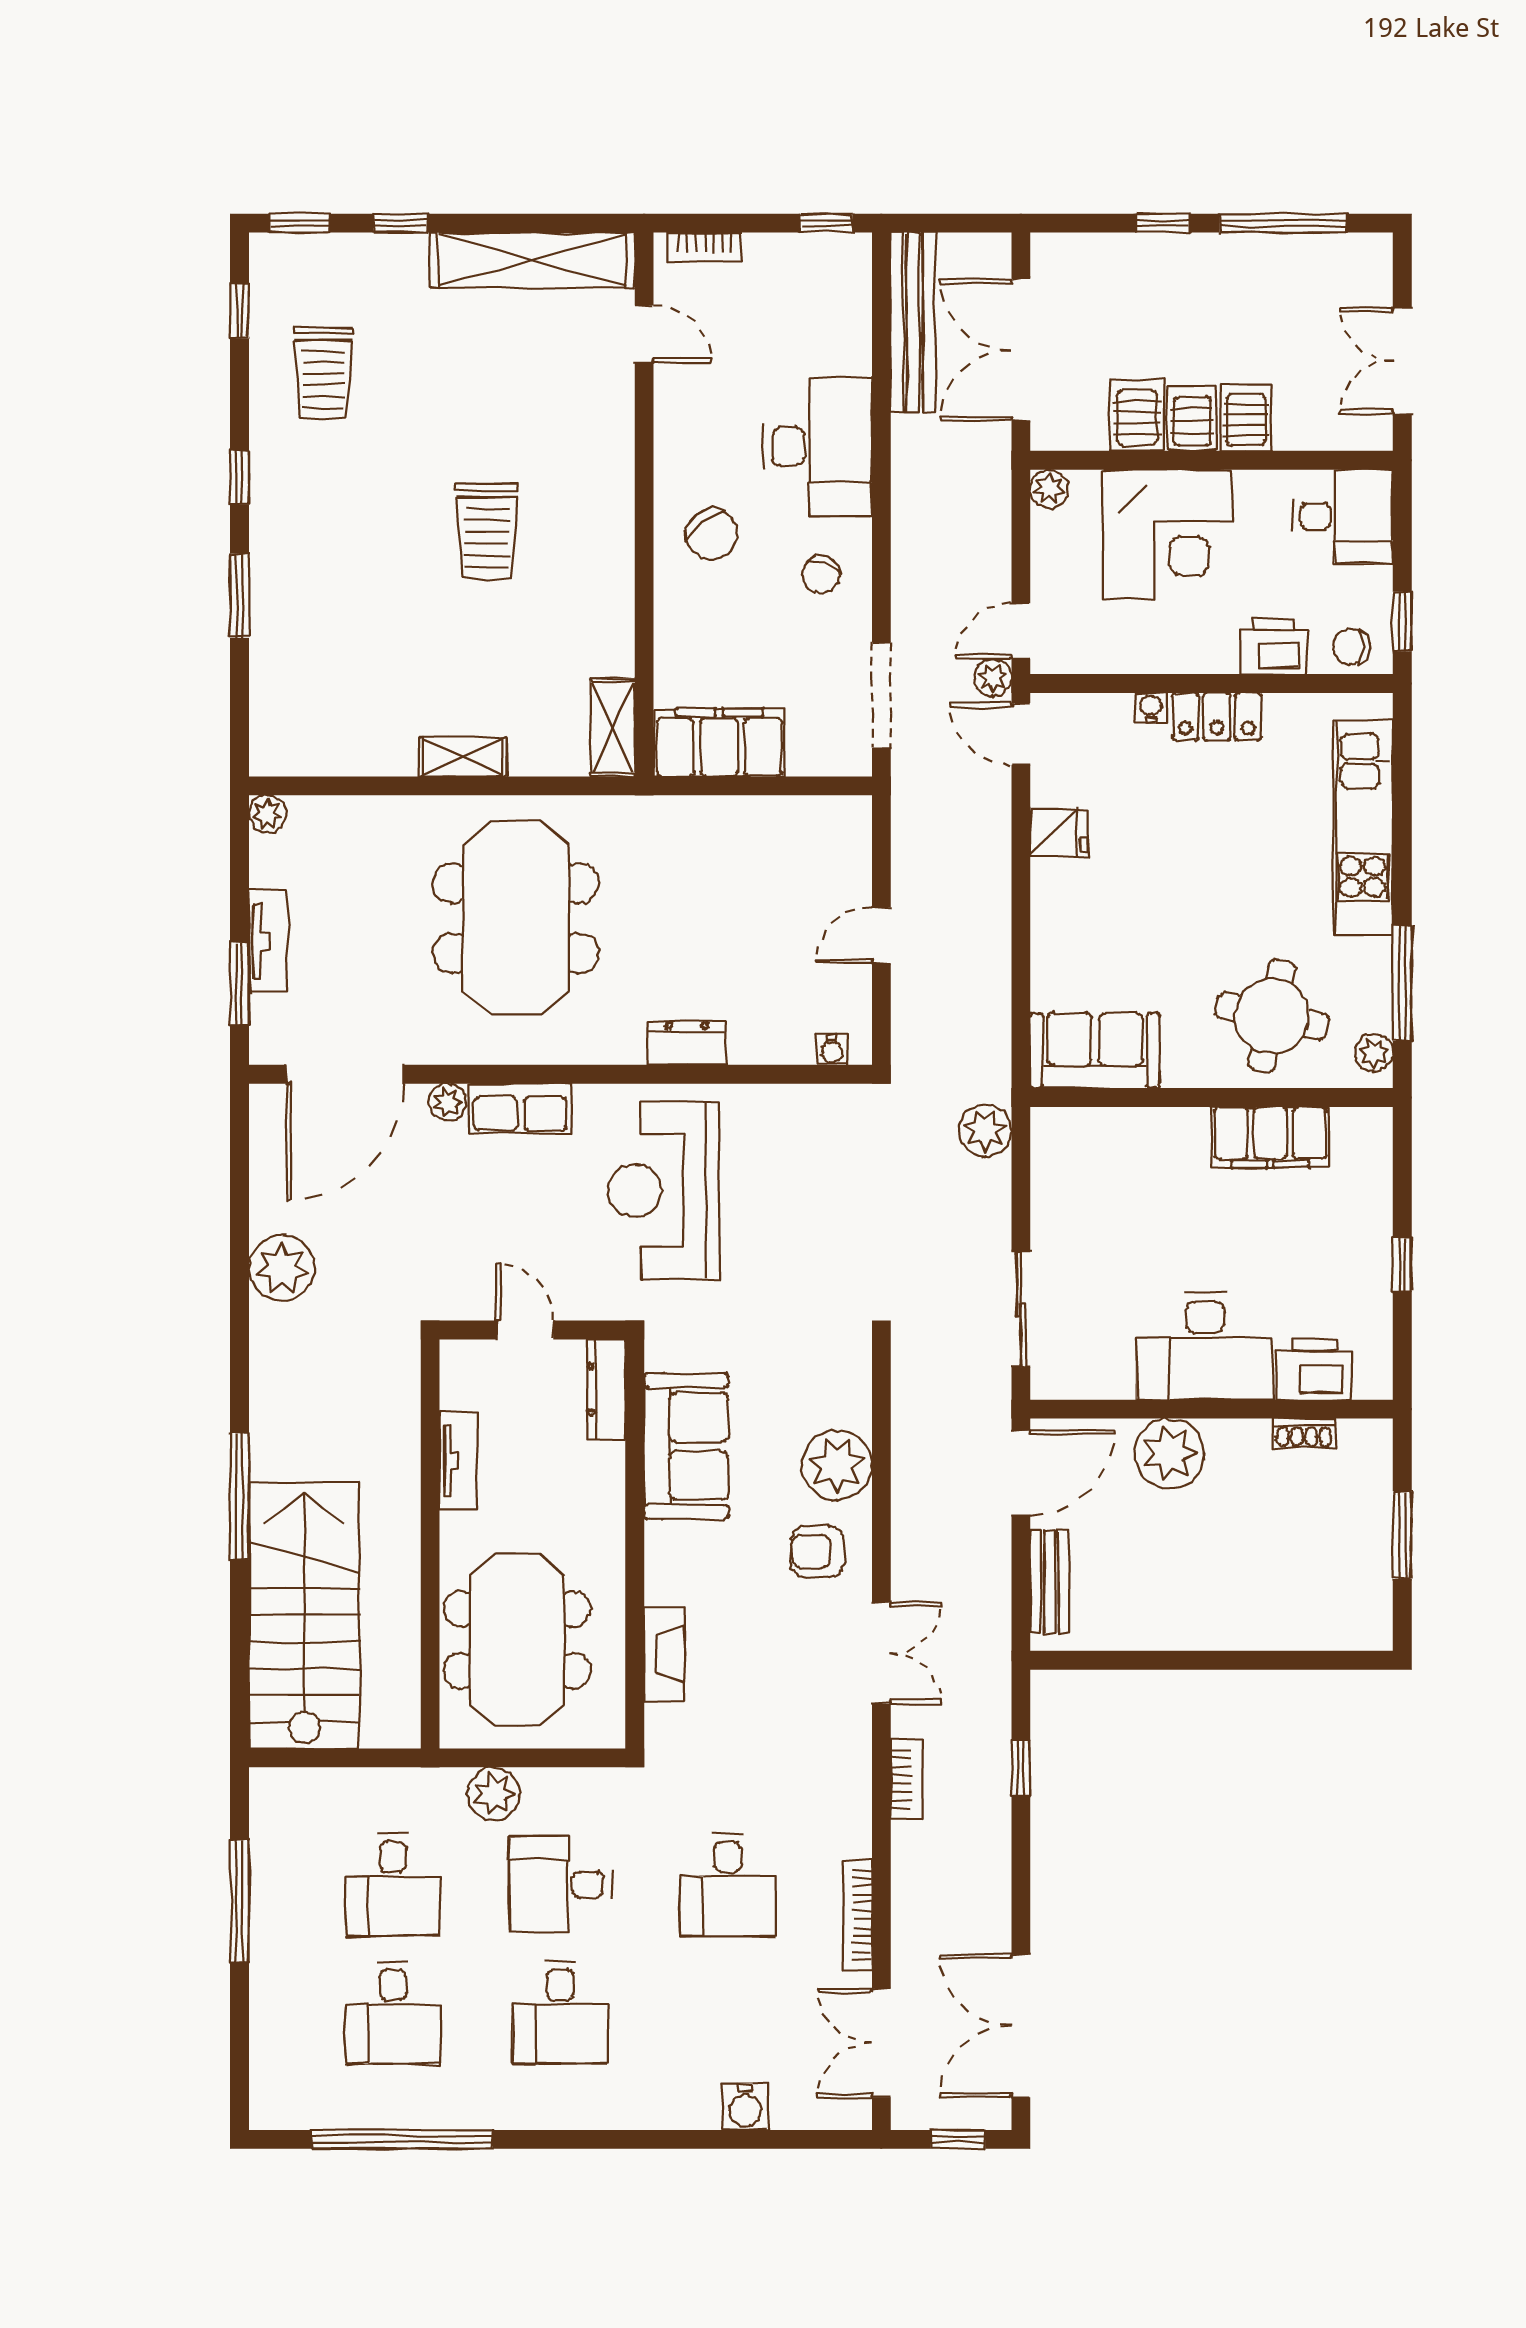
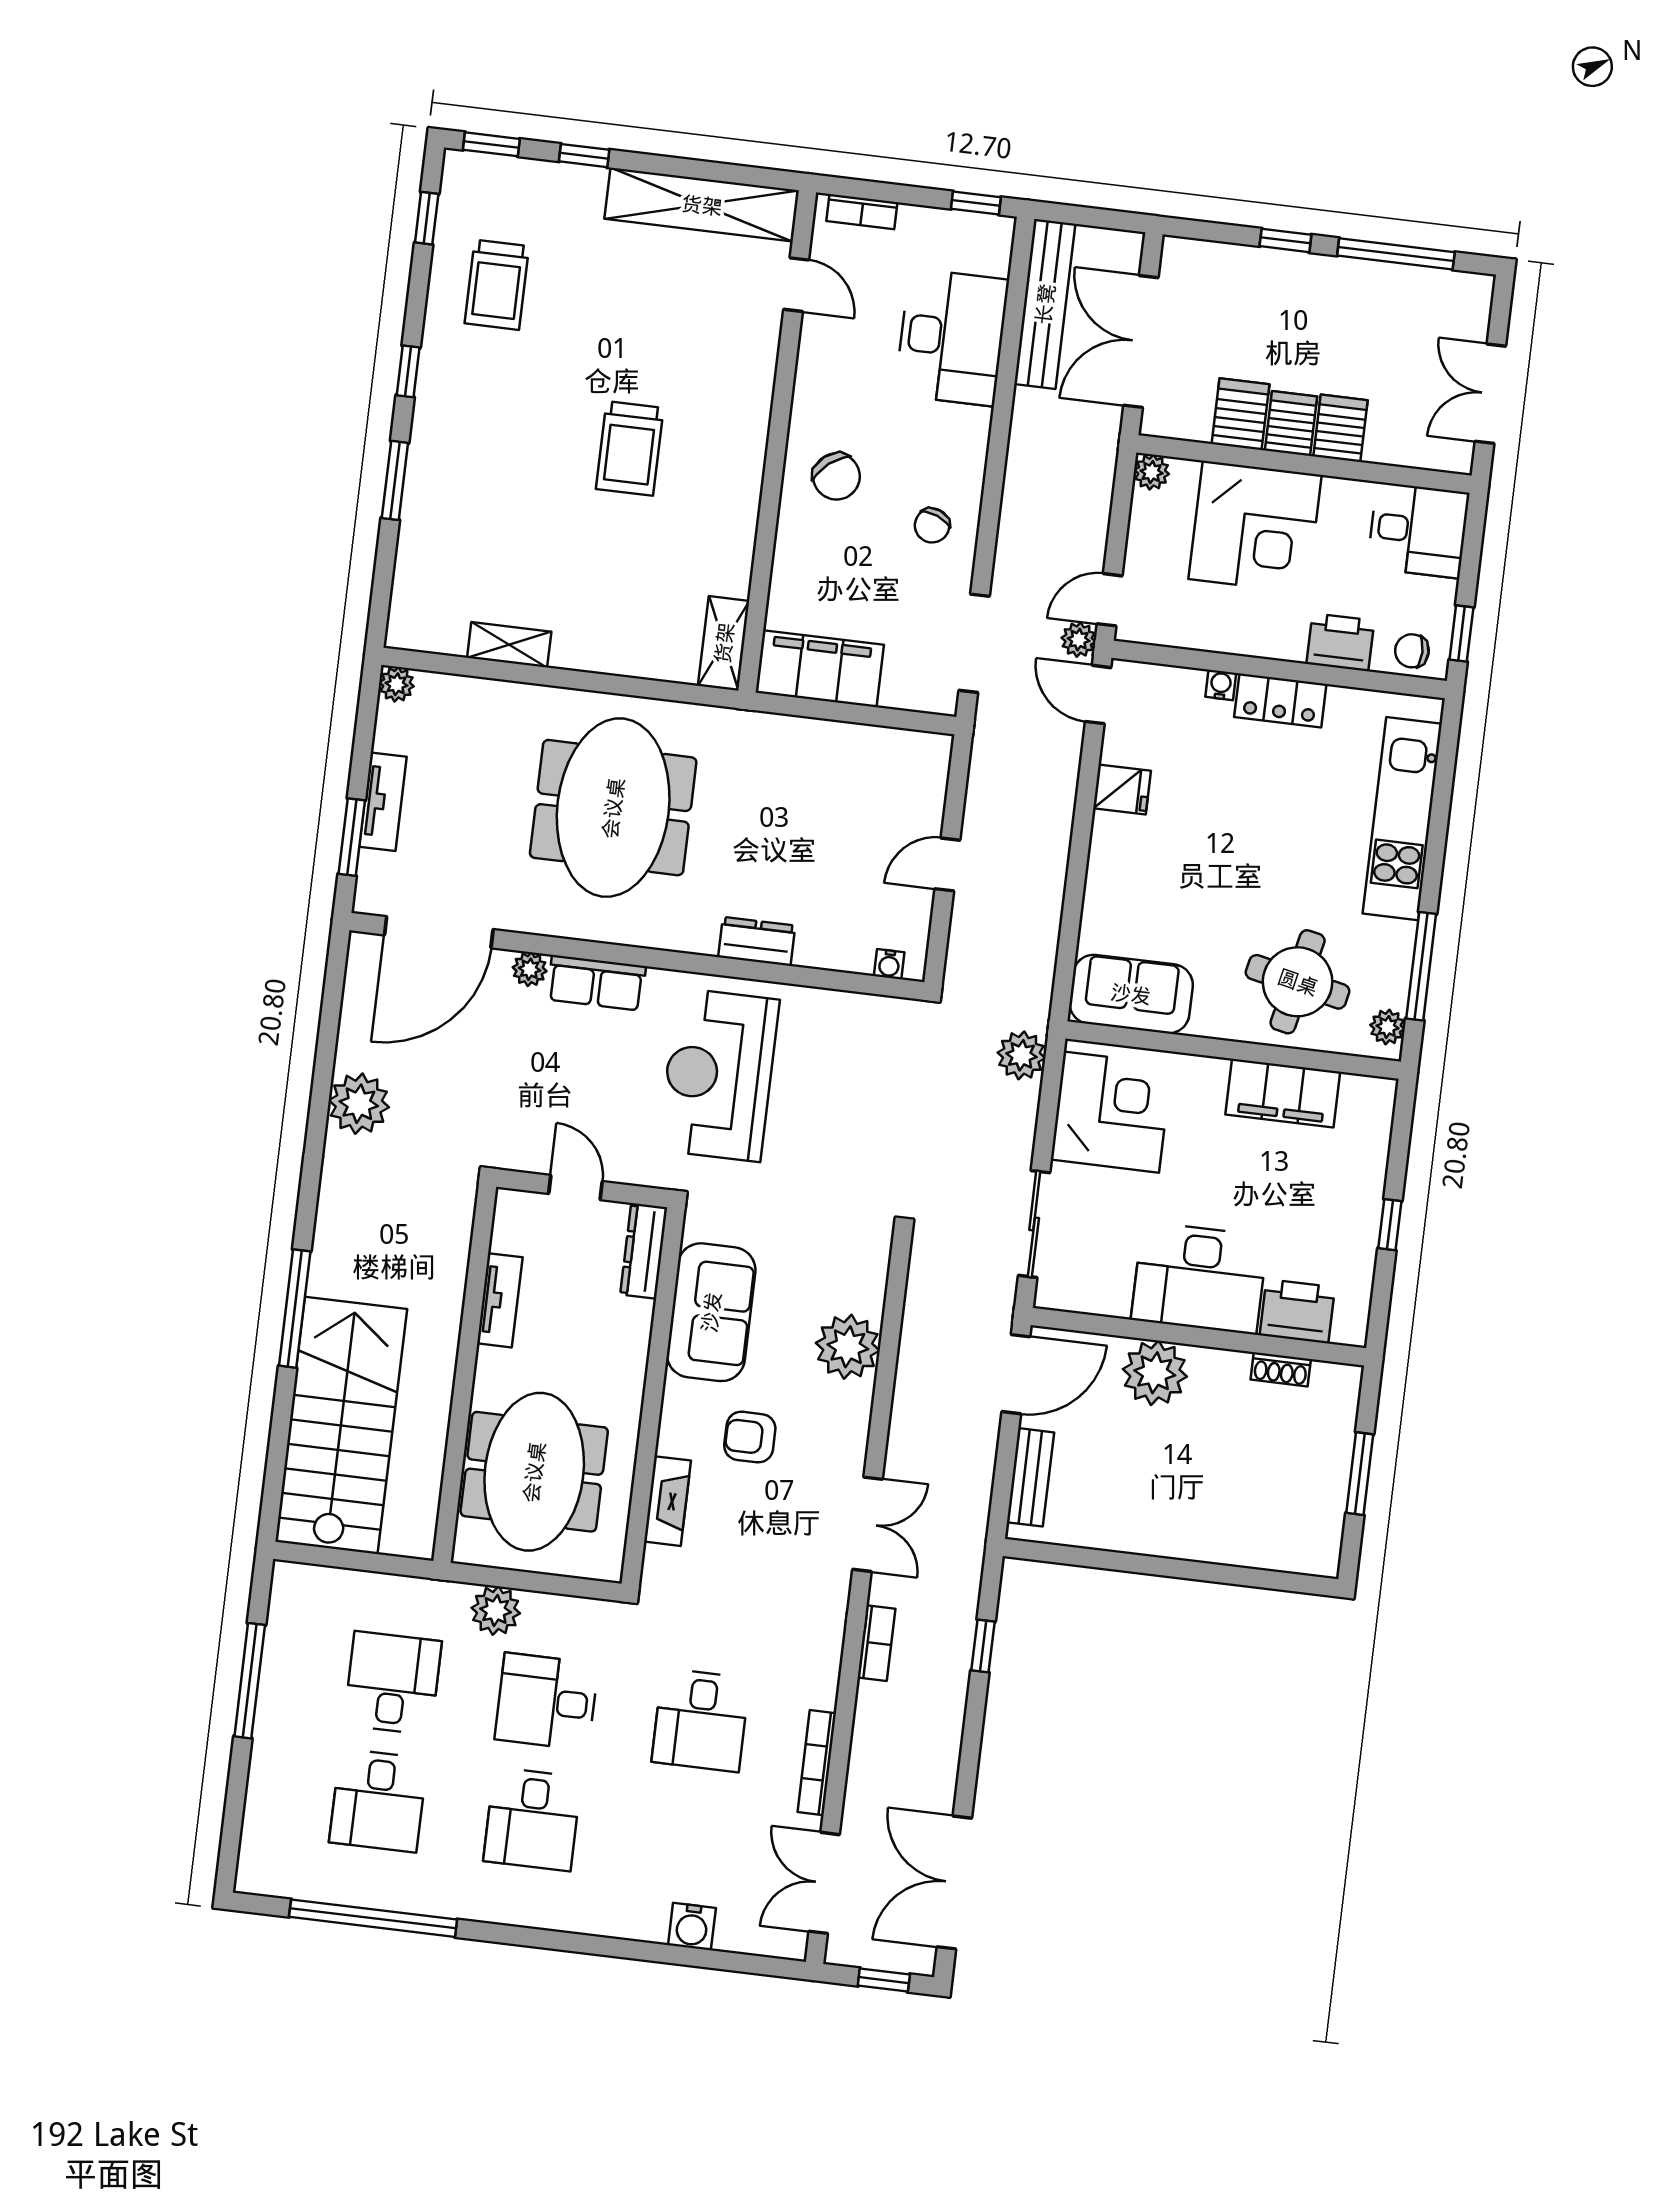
desk: (818, 446) -> (952, 337), moved
shelving: (463, 757) -> (509, 645), moved
corner desk: (1089, 1180) -> (1111, 1112), added
armchair: (817, 1552) -> (750, 1437), moved
desk: (393, 1885) -> (393, 1683), turned 180

